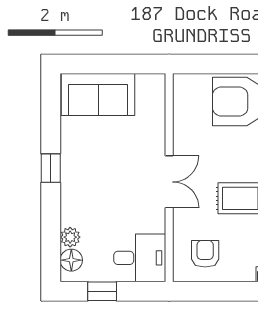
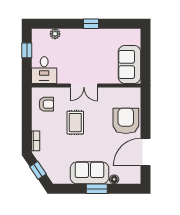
sofa: (98, 95) -> (129, 64), moved
floor lamp: (71, 260) -> (43, 34), removed

